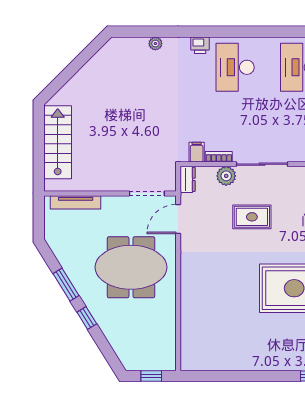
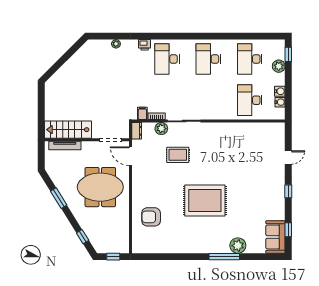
stairs: (58, 142) -> (68, 130), moved, turned -90
door: (178, 219) -> (130, 156), hinge flipped
armchair: (210, 314) -> (151, 217), added
window: (87, 318) -> (83, 237), moved

